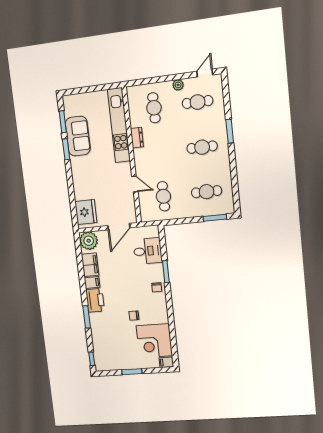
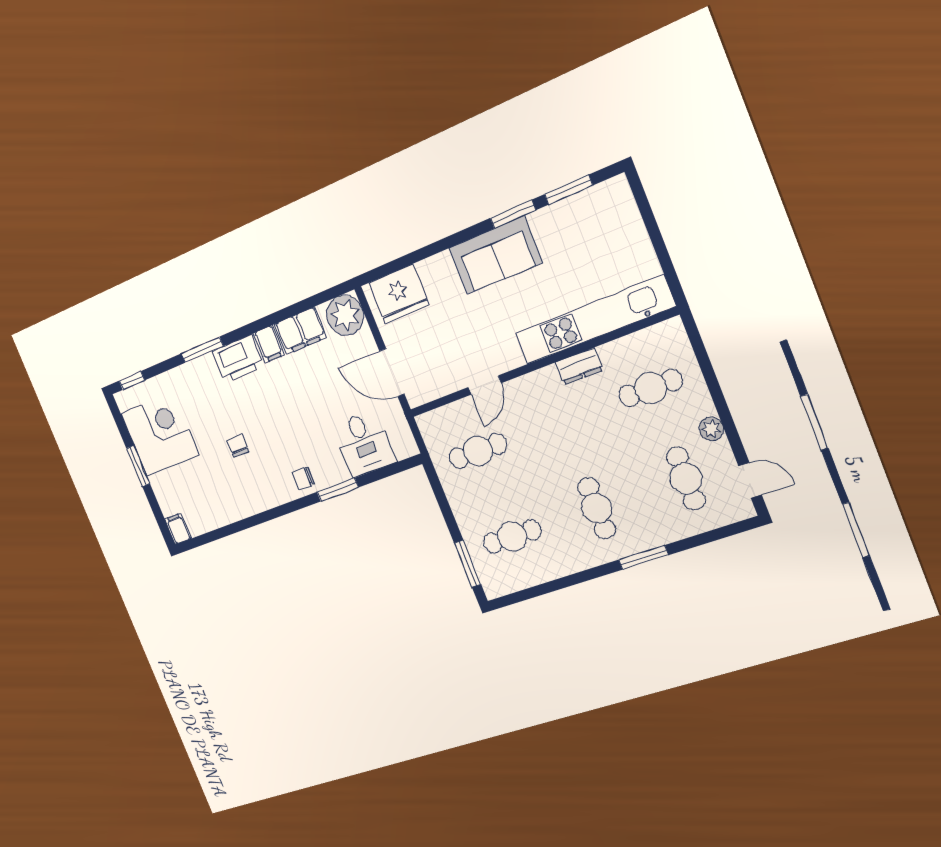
sofa: (78, 136) -> (495, 255), moved
cafe table: (207, 192) -> (512, 536), turned 90
corner desk: (154, 341) -> (160, 434), moved, turned 90

